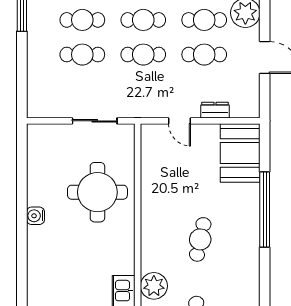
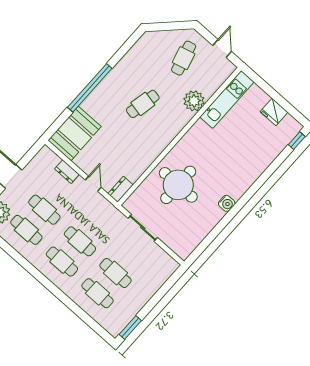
dresser: (149, 139) -> (120, 189), added

